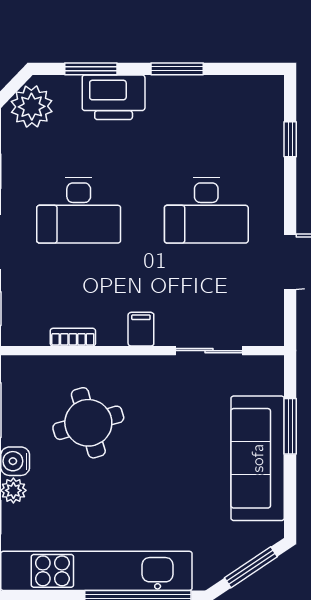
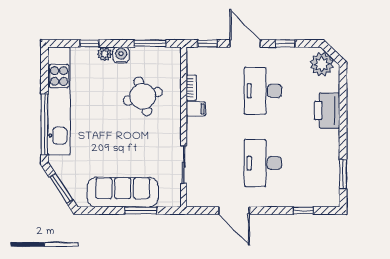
window: (91, 69) -> (343, 98), removed
window: (177, 69) -> (343, 174), moved
filing cabinet: (141, 329) -> (196, 109), moved

